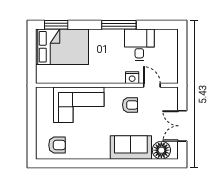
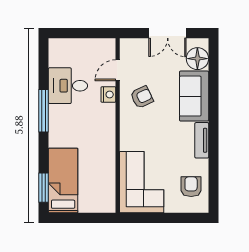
bed: (62, 47) -> (63, 181), width x0.67
corner sofa: (79, 105) -> (142, 182), moved
armchair: (130, 105) -> (142, 97), turned 65
tv unit: (95, 154) -> (202, 140), added

